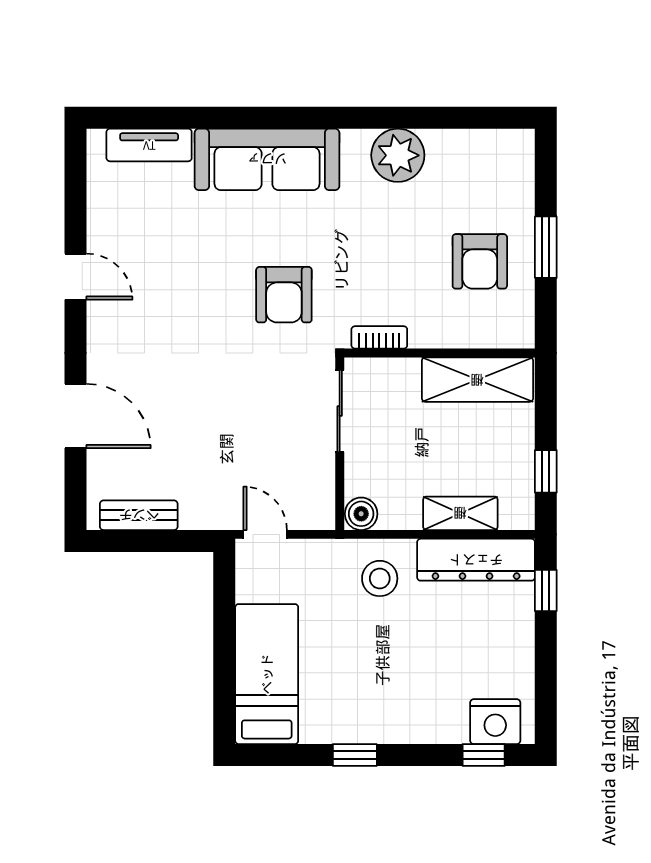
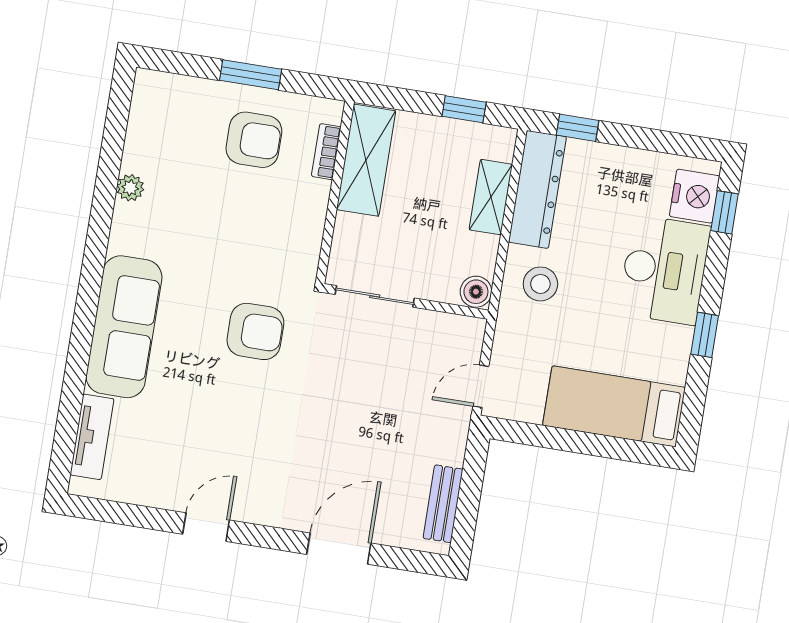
plant: (398, 155) -> (130, 188), width x0.53, depth x0.53
bookcase: (379, 337) -> (326, 152), moved
desk: (415, 703) -> (664, 270), added

